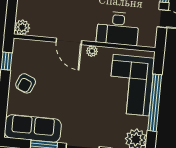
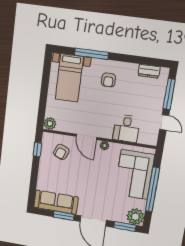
desk: (118, 28) -> (126, 129), width x0.73
armchair: (26, 83) -> (61, 152), moved

